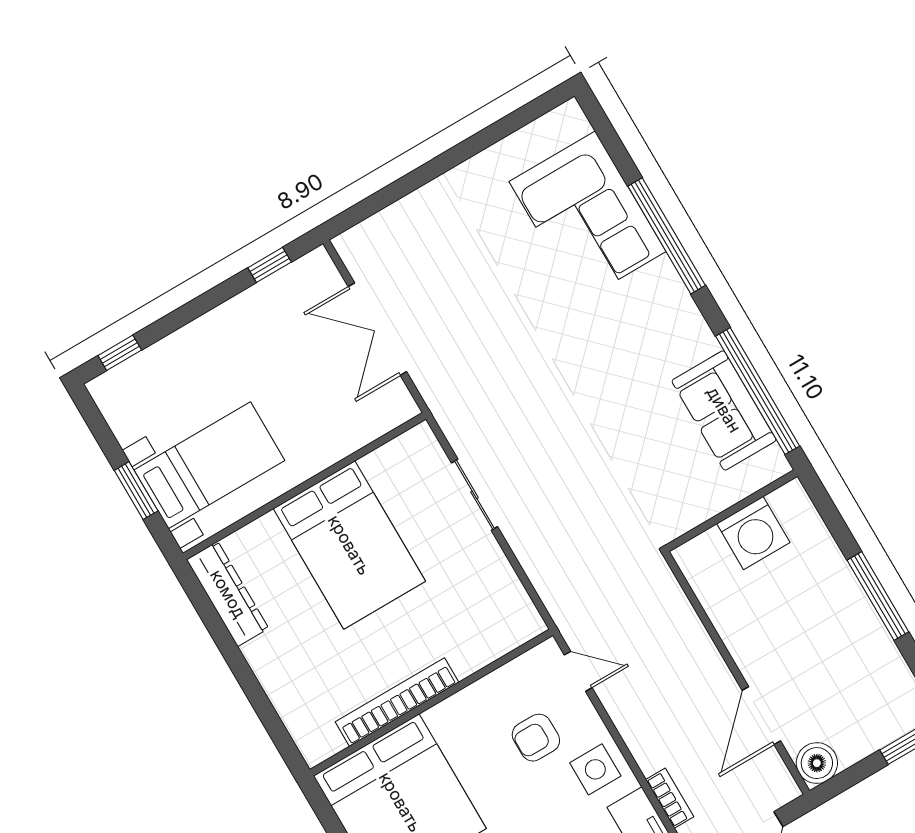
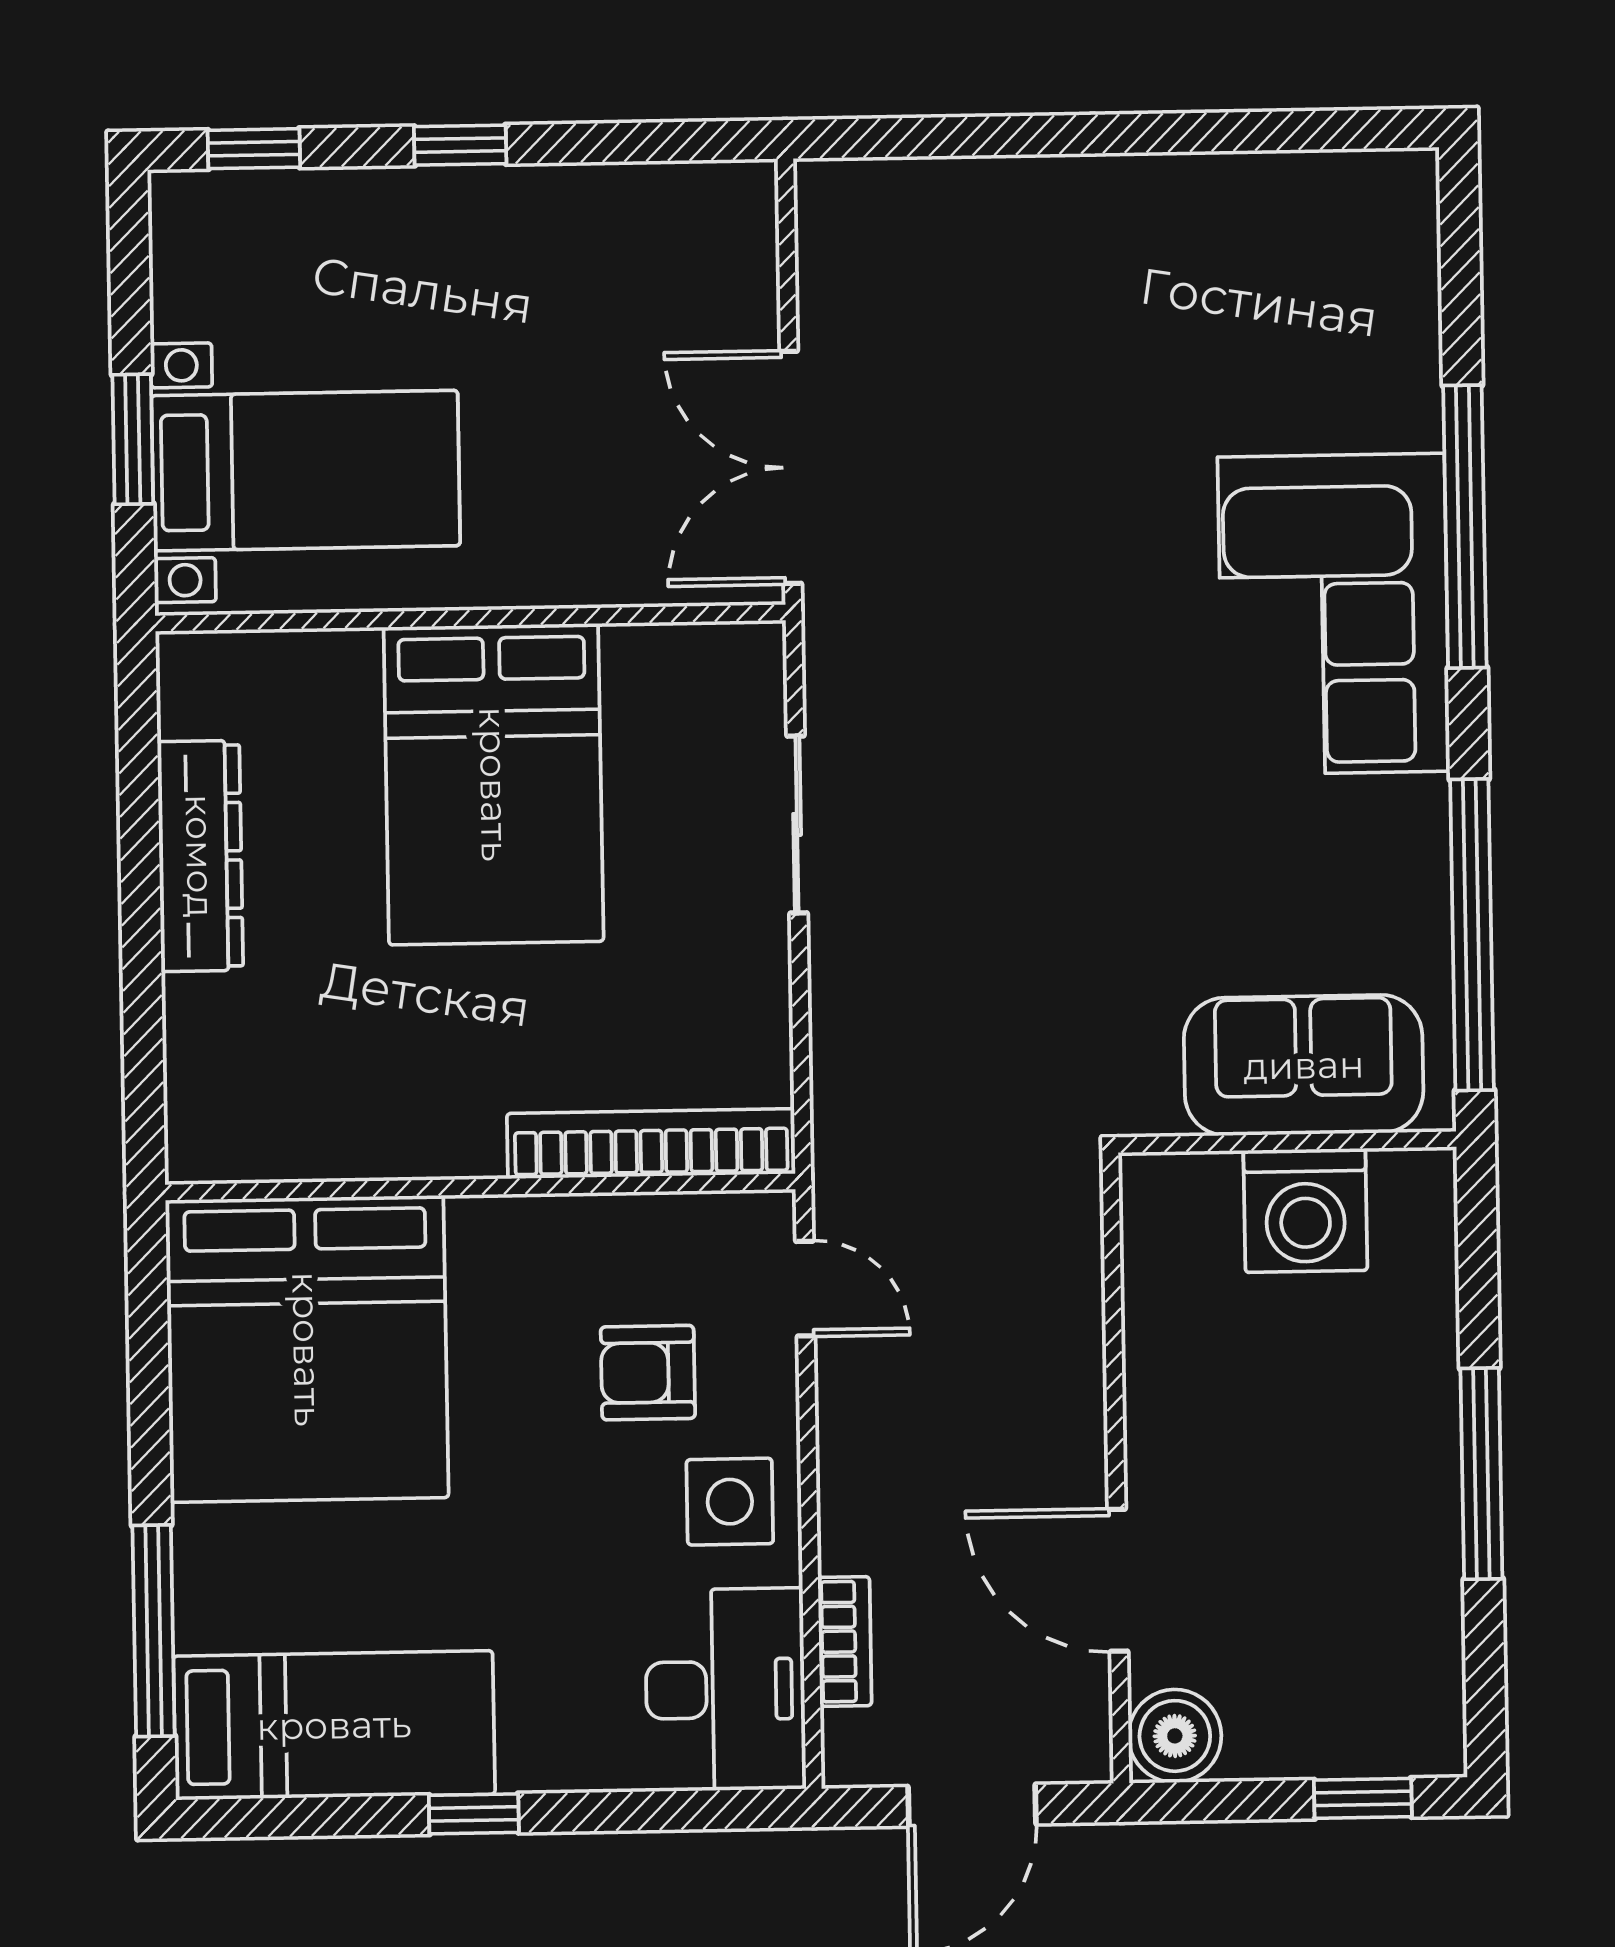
corner sofa: (587, 217) -> (1334, 614), moved
window: (270, 265) -> (460, 145), moved
double door: (377, 329) -> (791, 467), moved
sofa: (724, 410) -> (1304, 1065), moved, turned 90
dresser: (228, 594) -> (200, 856), moved
bookcase: (397, 702) -> (651, 1144), moved
door: (761, 716) -> (1118, 1580), hinge flipped

